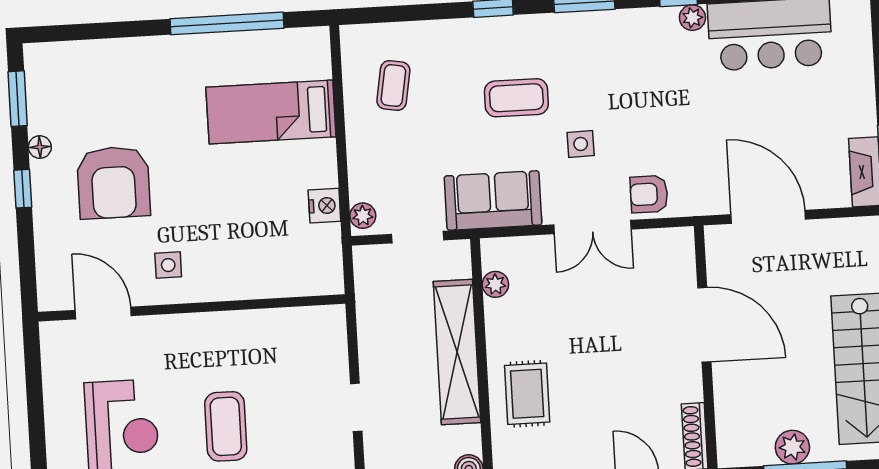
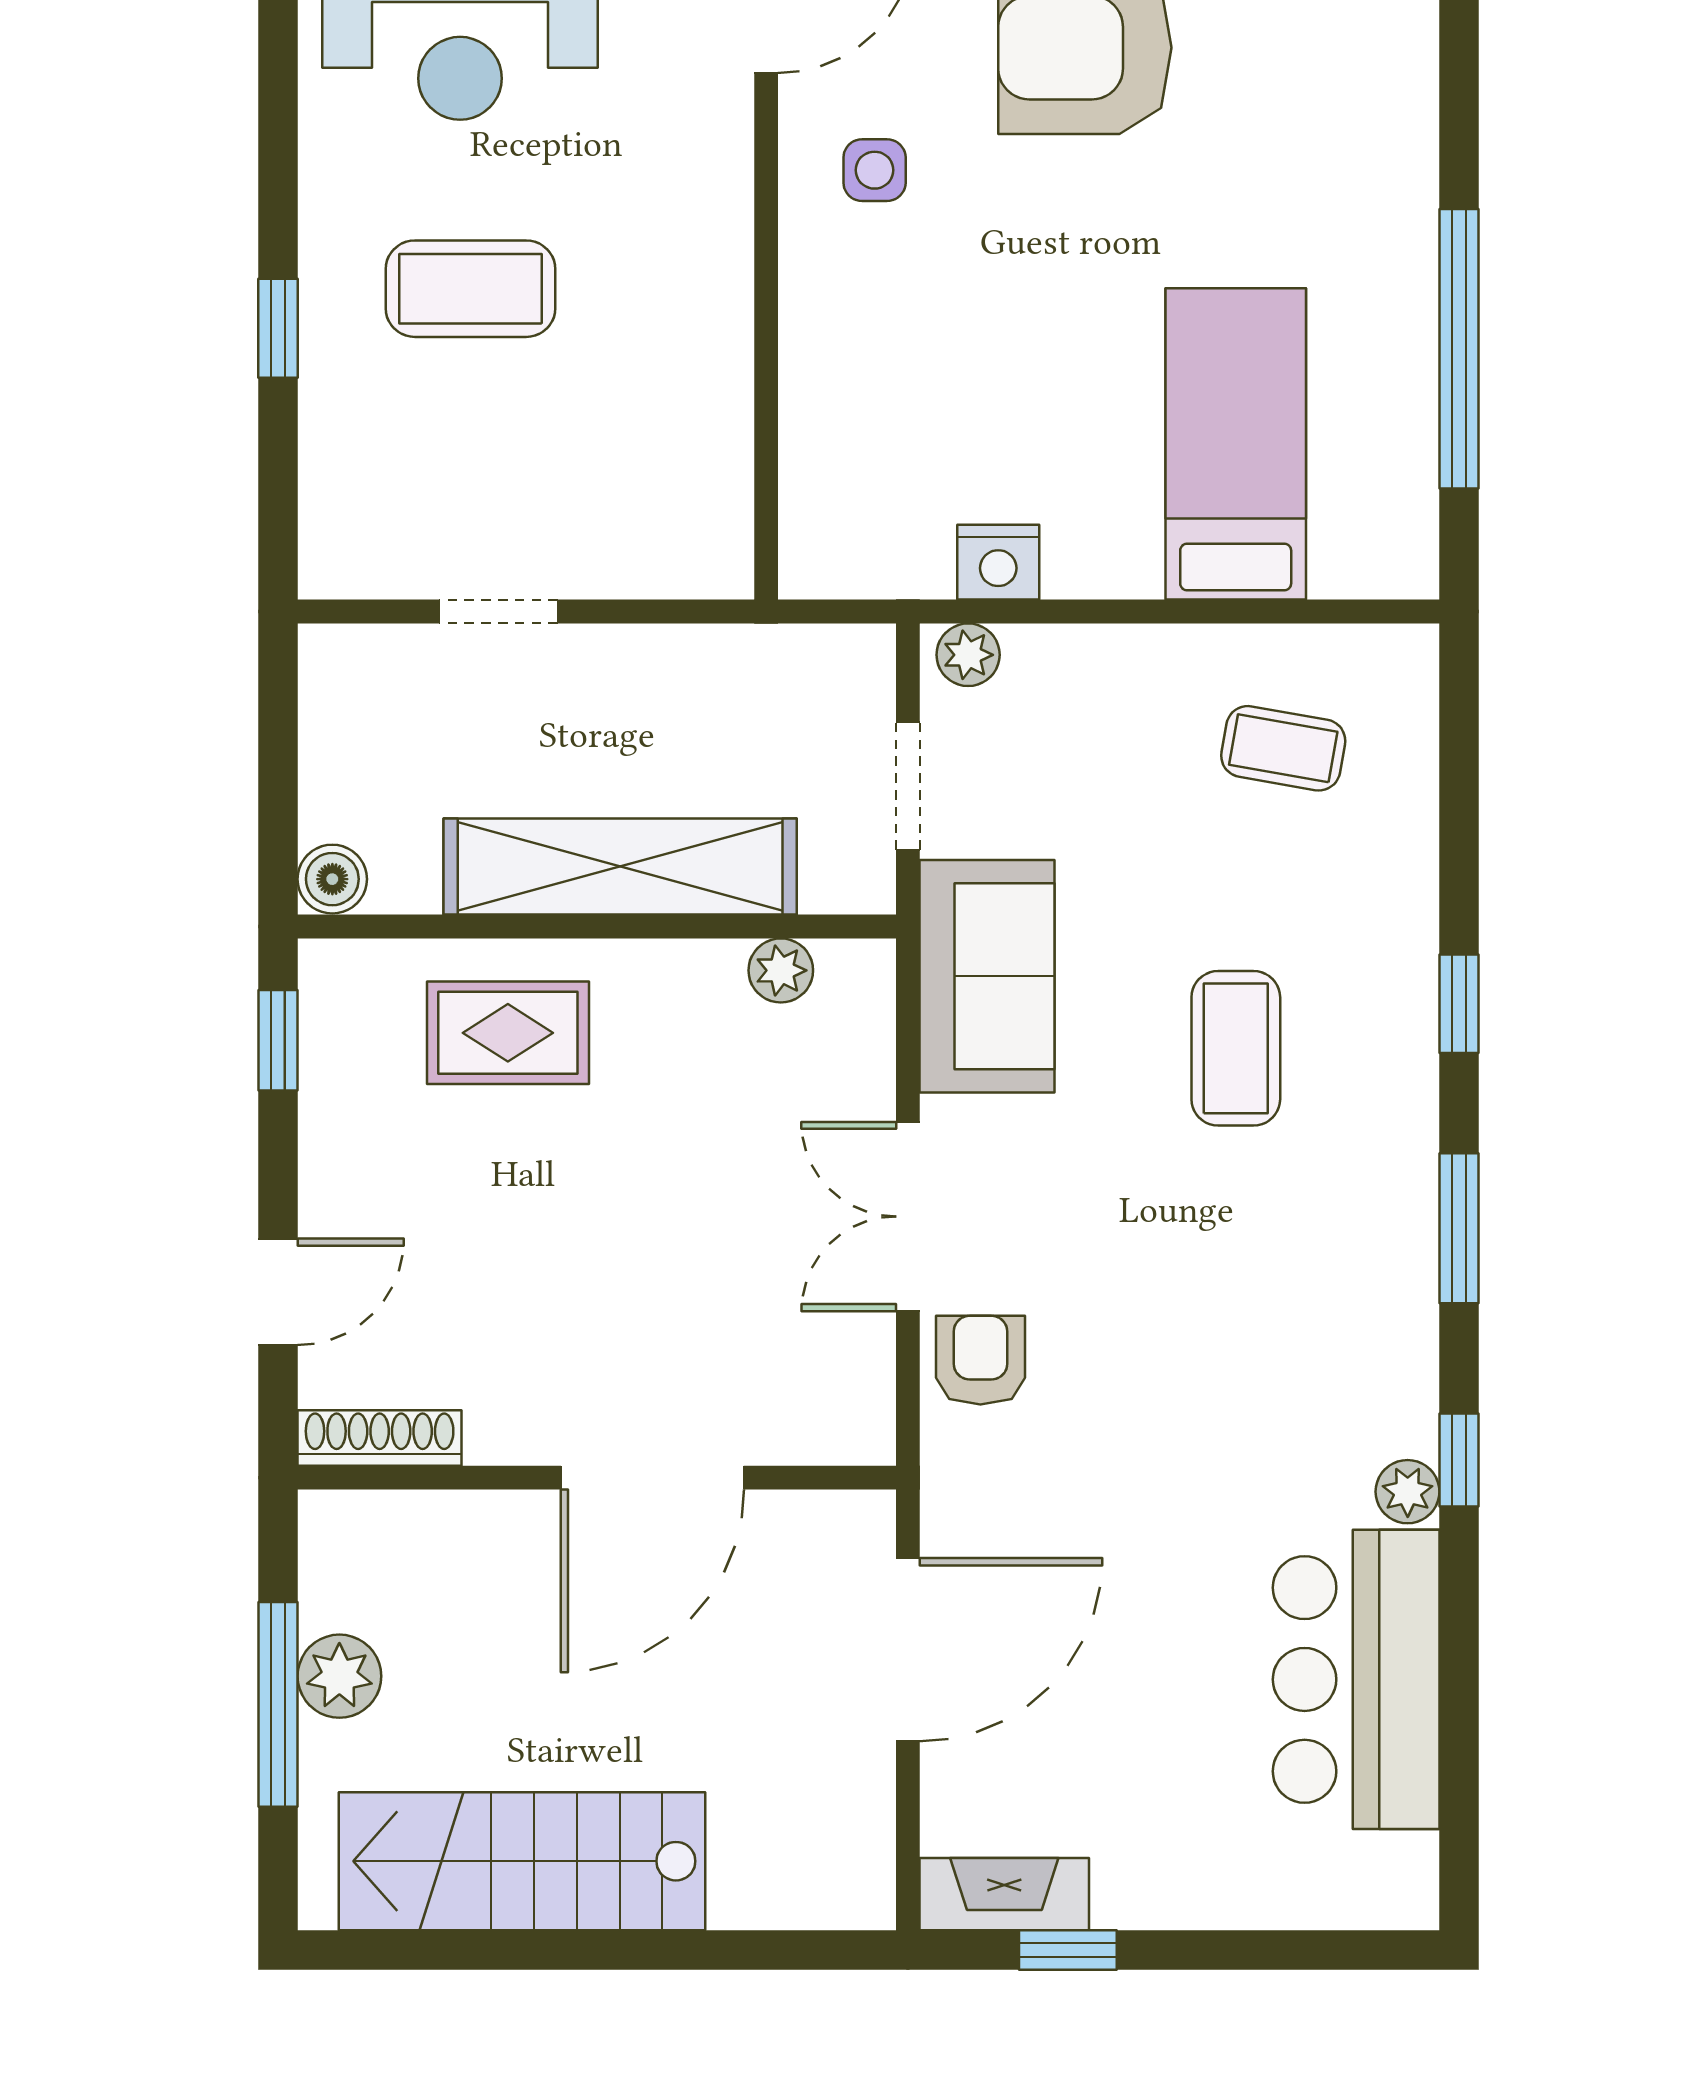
side table: (581, 144) -> (1113, 1199), removed

